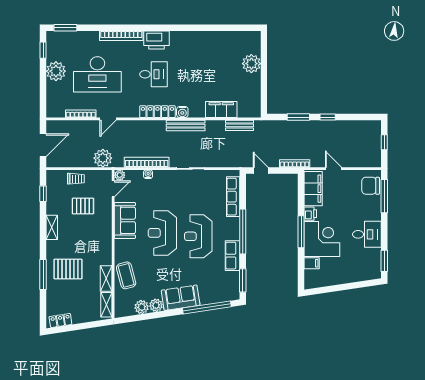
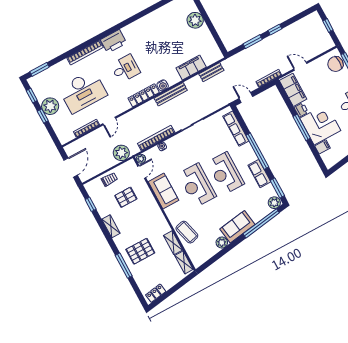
window: (43, 77) -> (43, 116), added
plant: (142, 307) -> (274, 203), moved

